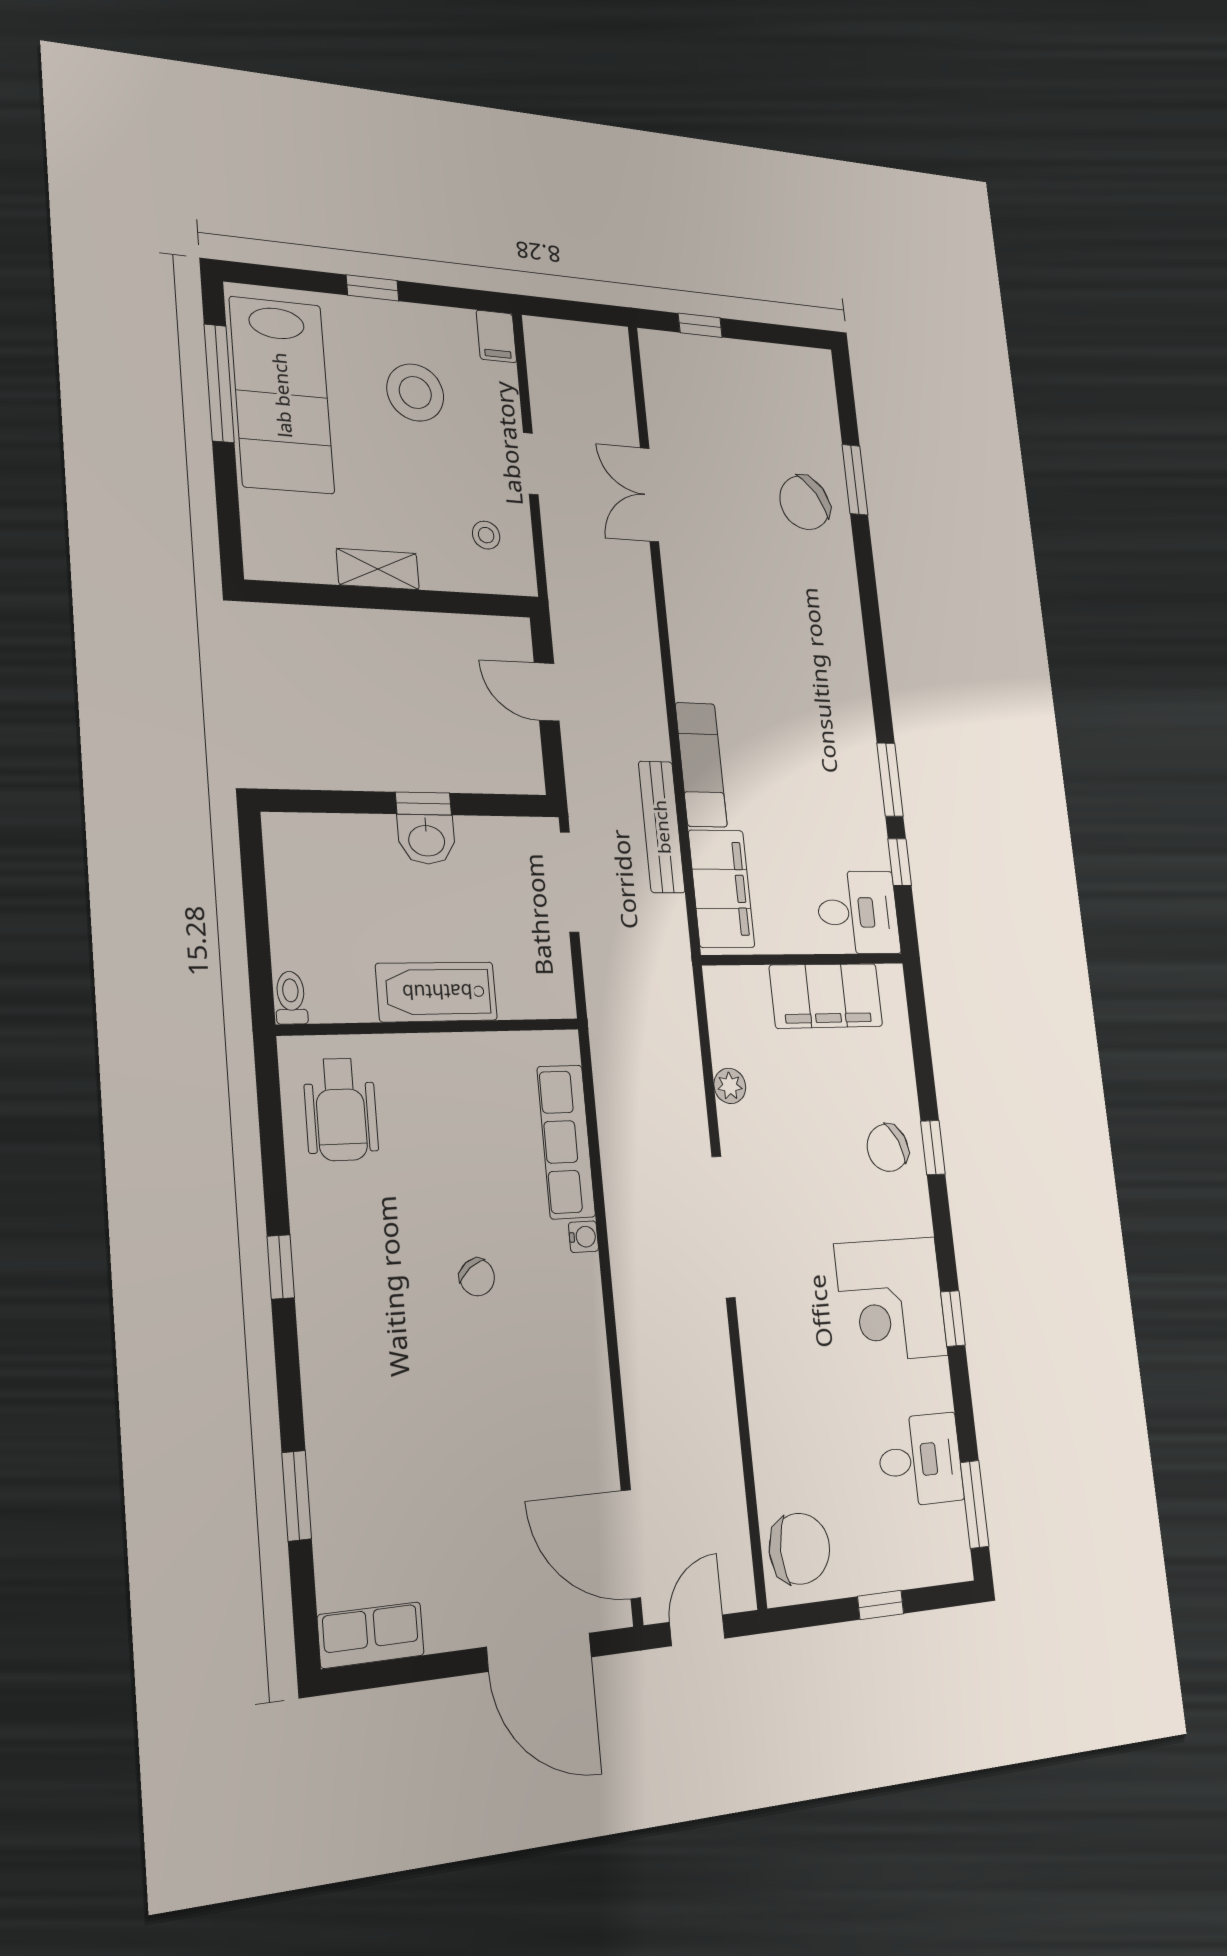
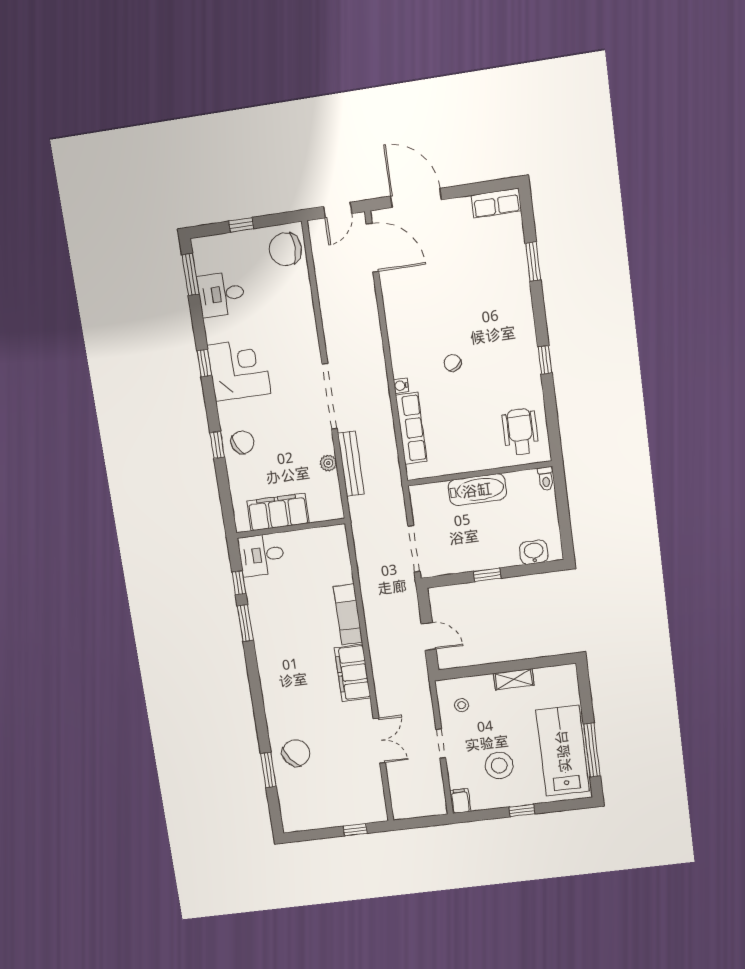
bench: (662, 827) -> (351, 464), moved
washbasin: (427, 839) -> (534, 552), moved
filing cabinet: (721, 889) -> (353, 673), moved

